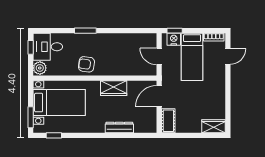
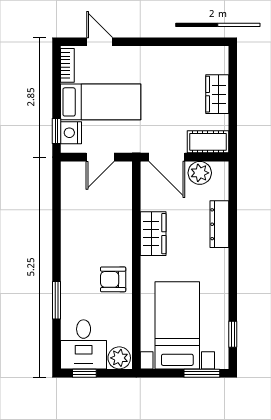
window: (85, 31) -> (56, 300), moved
armchair: (86, 64) -> (113, 279), turned 82
plant: (150, 116) -> (200, 173), added
wardrobe: (213, 126) -> (217, 94), moved

